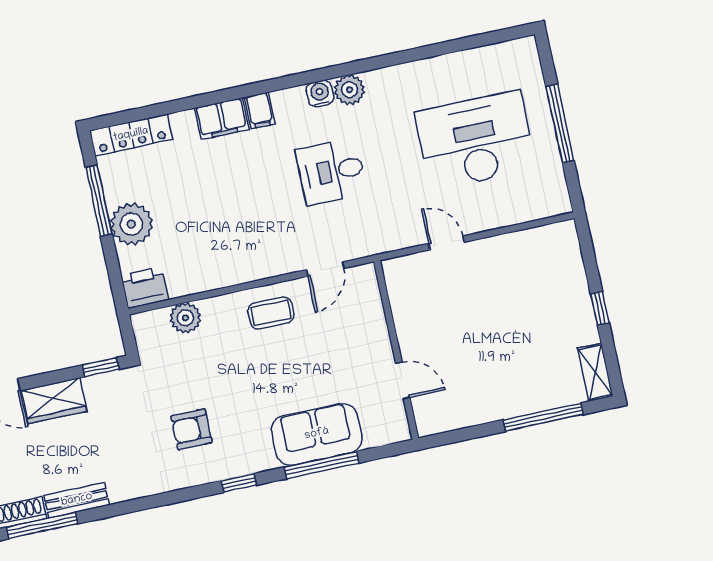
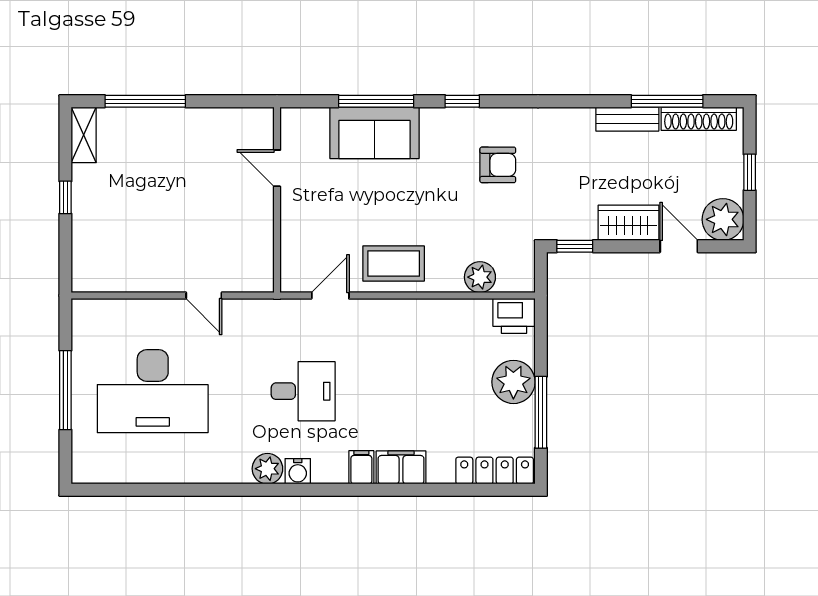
coffee table: (271, 313) -> (394, 264), width x1.36, depth x1.30

